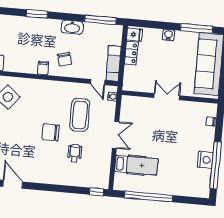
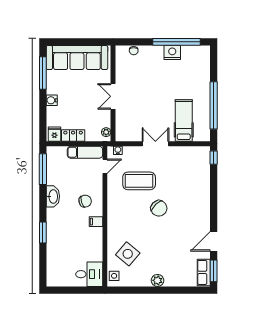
plant: (132, 86) -> (106, 132), added
chair: (51, 132) -> (159, 208), turned -44
wheelchair: (75, 153) -> (178, 182), removed

